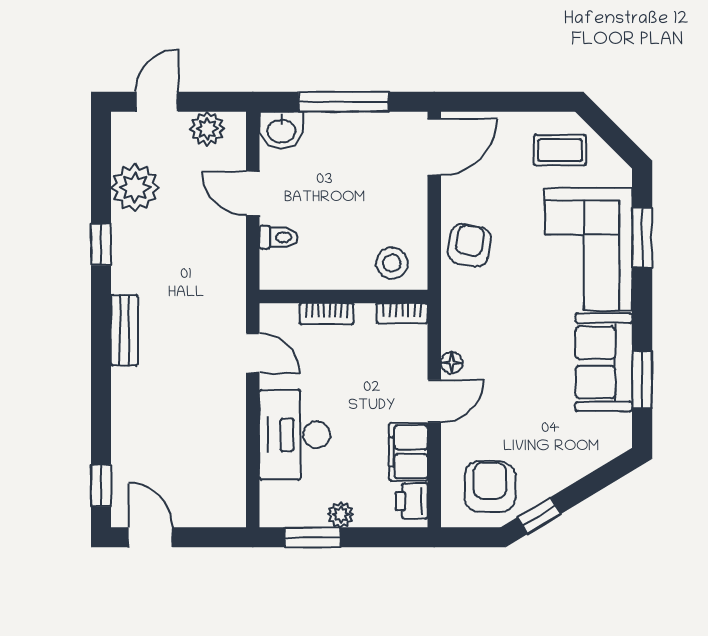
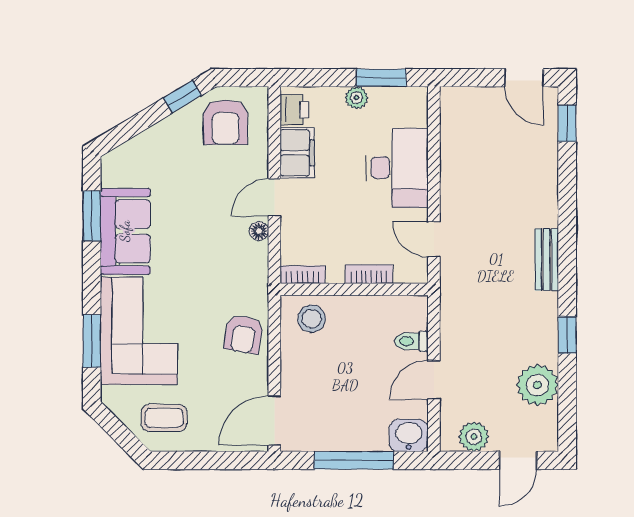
door: (253, 193) -> (434, 380), swing flipped

